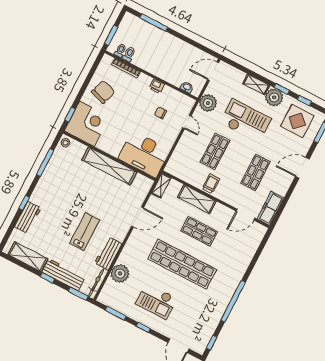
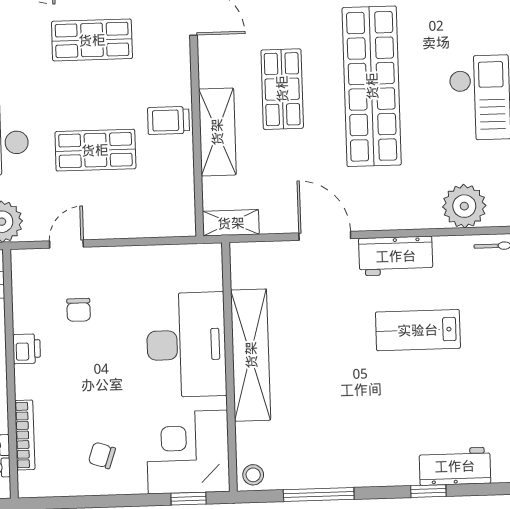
chair: (103, 92) -> (102, 455), width x0.54, depth x0.54
desk: (144, 154) -> (186, 345), moved
workbench: (108, 253) -> (396, 256), moved

